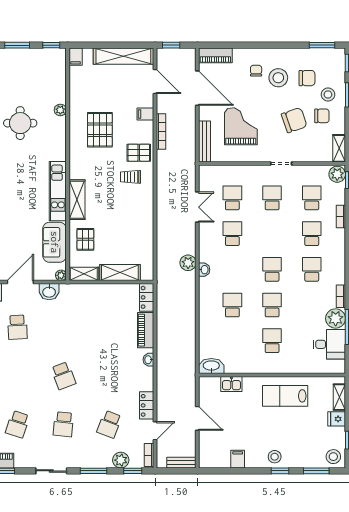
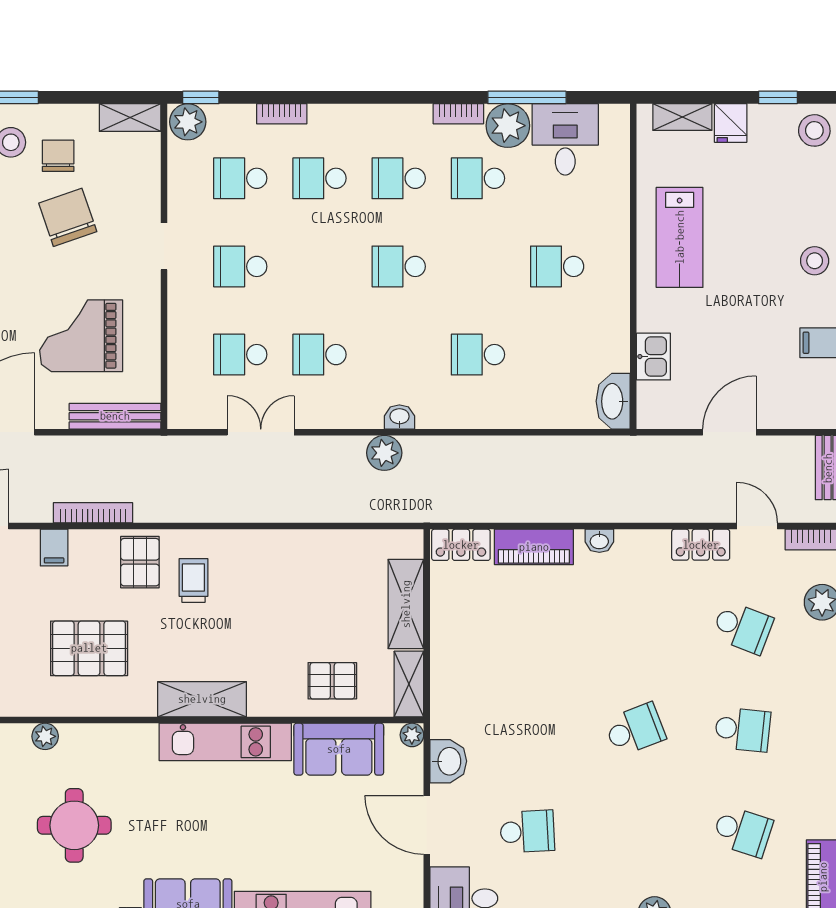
trolley: (131, 177) -> (193, 581), turned 180
shelving: (77, 200) -> (202, 699), moved
school desk: (272, 305) -> (478, 178), moved

